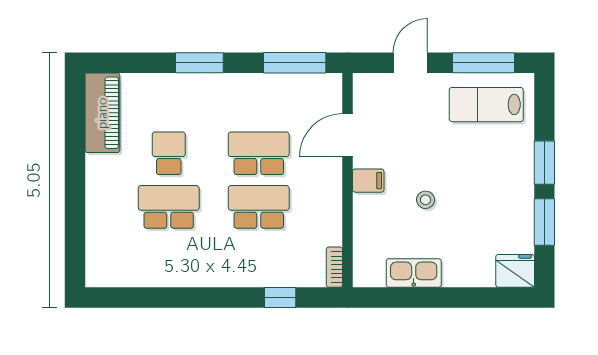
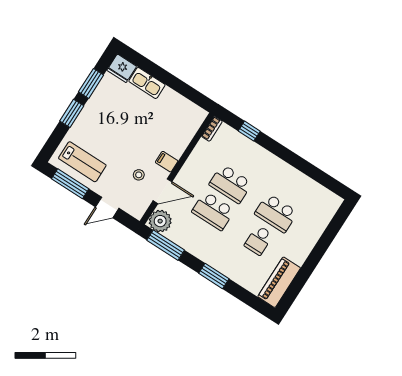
plant: (324, 91) -> (160, 221), added
stool: (426, 200) -> (139, 175), moved
kitchen sink: (414, 273) -> (147, 83), moved

